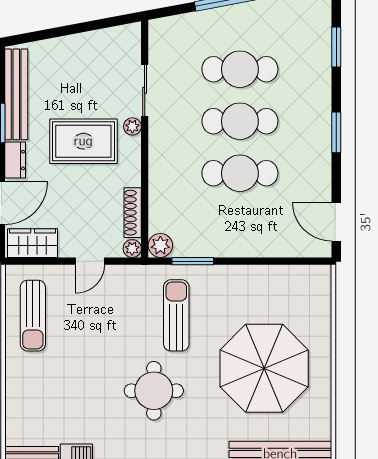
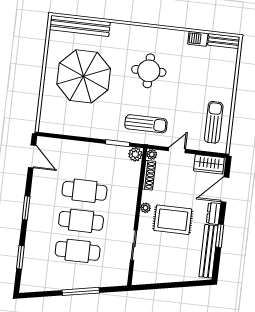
plant: (132, 126) -> (145, 208), moved
sun lounger: (176, 315) -> (146, 124), moved, turned -90

